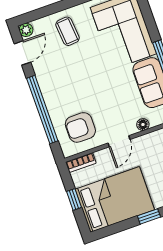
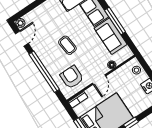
coffee table: (68, 31) -> (67, 45), moved
armchair: (80, 127) -> (72, 77), turned 90

